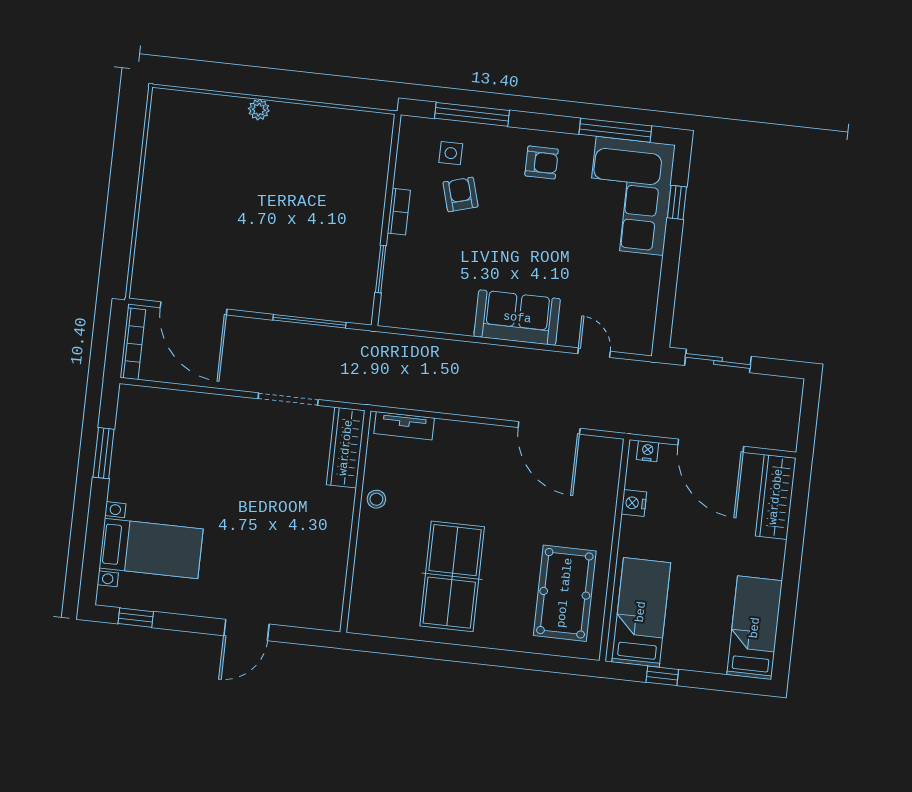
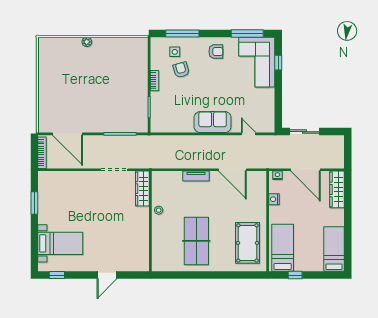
tv unit: (404, 426) -> (196, 176), moved

